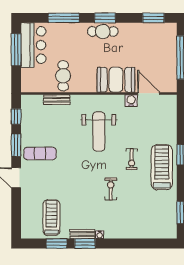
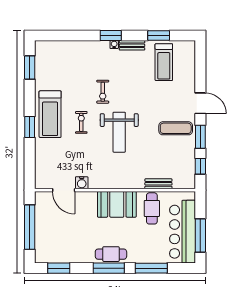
window: (105, 18) -> (109, 268), width x1.44
bar counter: (33, 45) -> (183, 232), width x1.36
booth: (116, 80) -> (117, 204), moved
weight bench: (99, 131) -> (119, 132), moved, turned 180
window: (85, 243) -> (111, 36), moved

